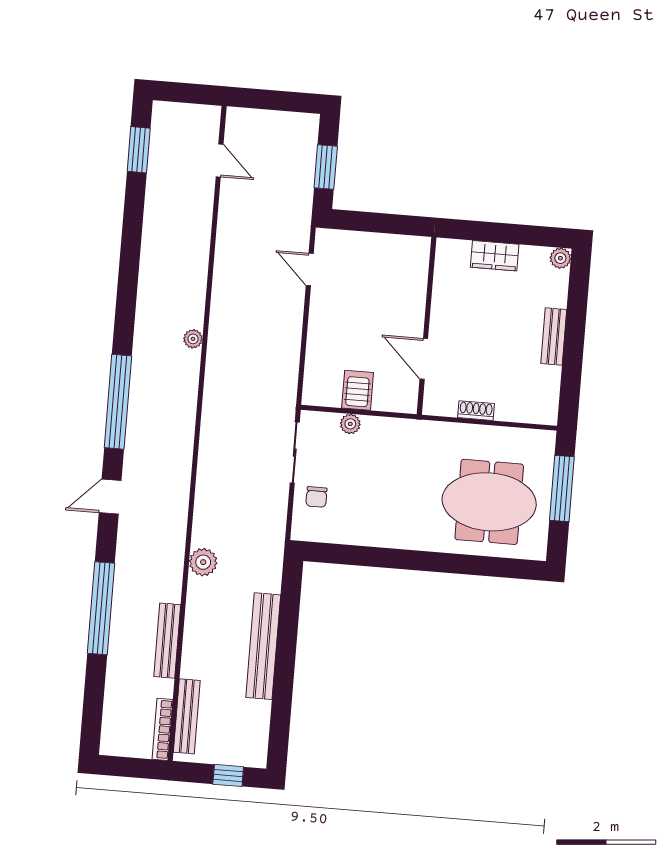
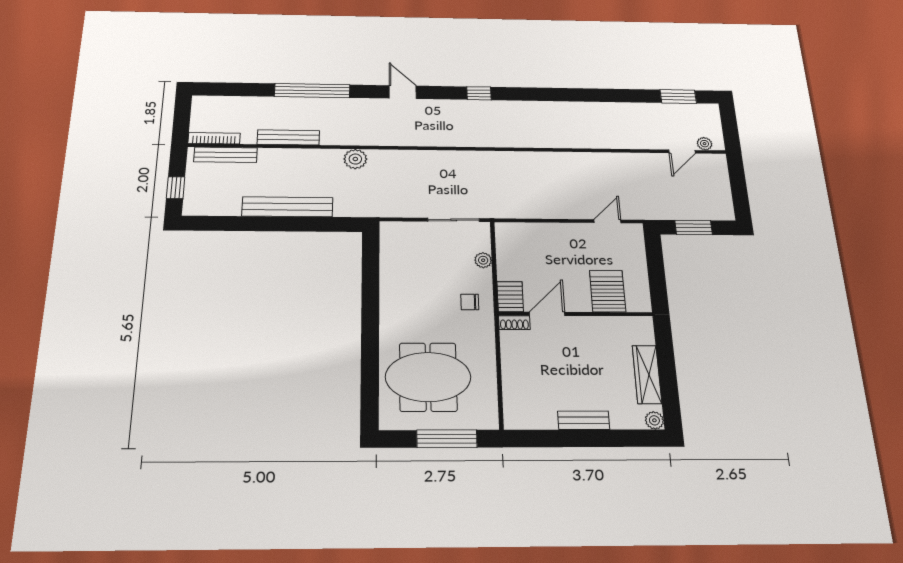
wardrobe: (495, 256) -> (647, 374), width x1.50
server rack: (401, 284) -> (608, 291), added
plant: (193, 339) -> (705, 144), moved
server rack: (358, 390) -> (510, 297), moved, turned -90
window: (118, 402) -> (479, 93), width x0.32
shoe rack: (476, 411) -> (514, 323), moved, turned 90
chair: (316, 497) -> (470, 302), moved
meeting table: (489, 502) -> (428, 377), turned 90

